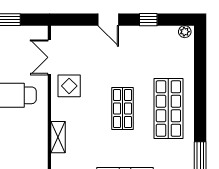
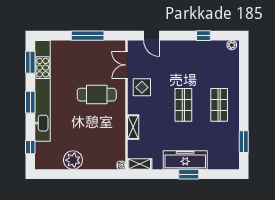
door: (108, 20) -> (152, 36), moved
shop shelf: (168, 109) -> (219, 105), width x0.70, depth x0.74

